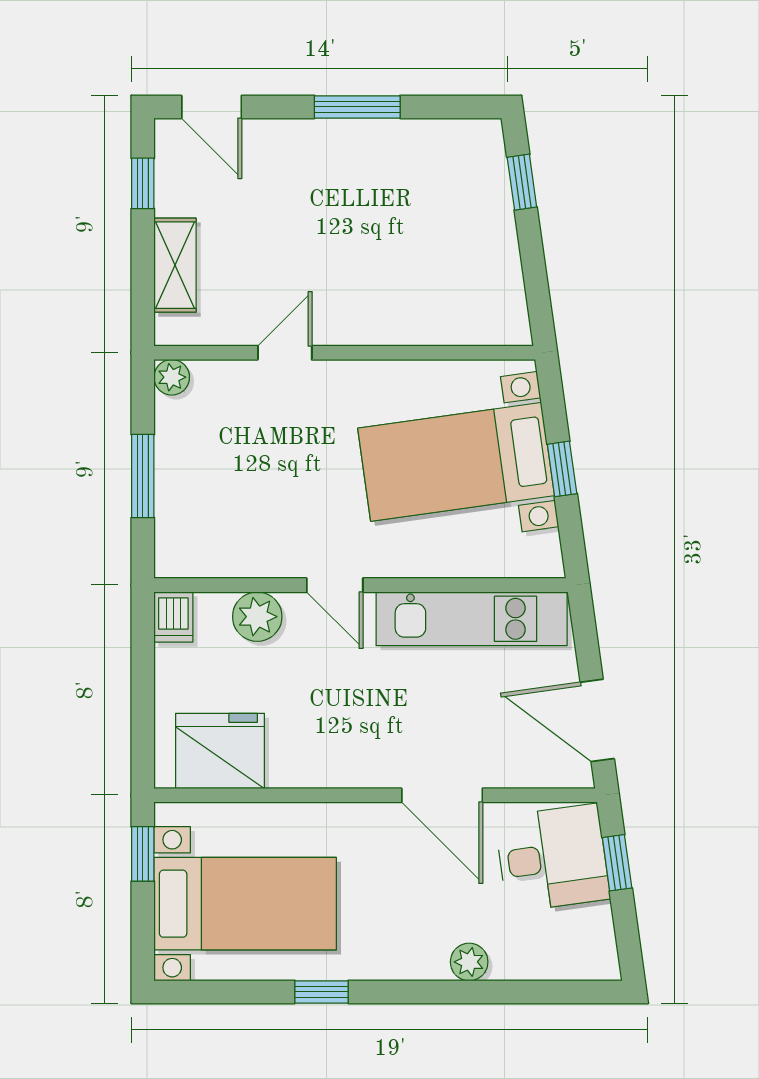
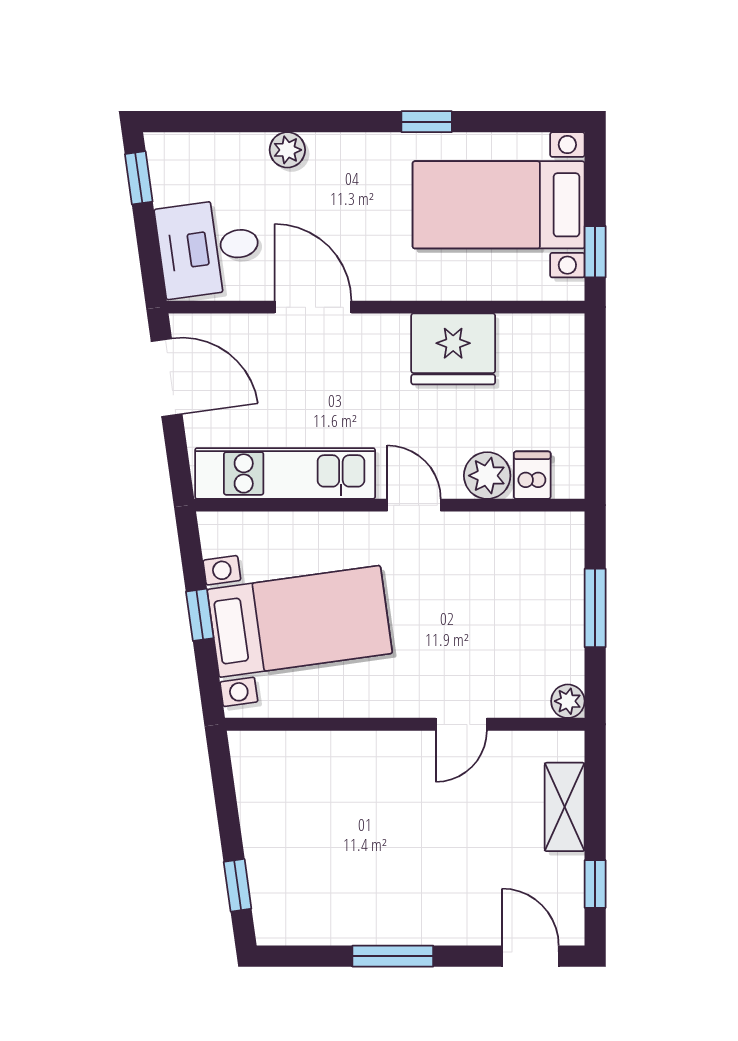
dishwasher: (173, 617) -> (532, 475), moved
fridge: (220, 751) -> (453, 349), moved
window: (617, 863) -> (139, 178), moved

